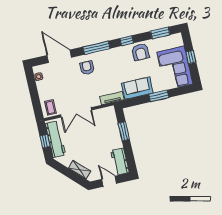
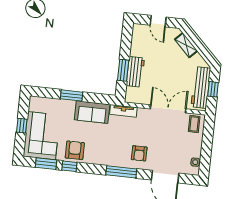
window: (127, 41) -> (69, 166), moved
corner sofa: (175, 68) -> (42, 136), moved
workbench: (120, 162) -> (135, 72), moved

